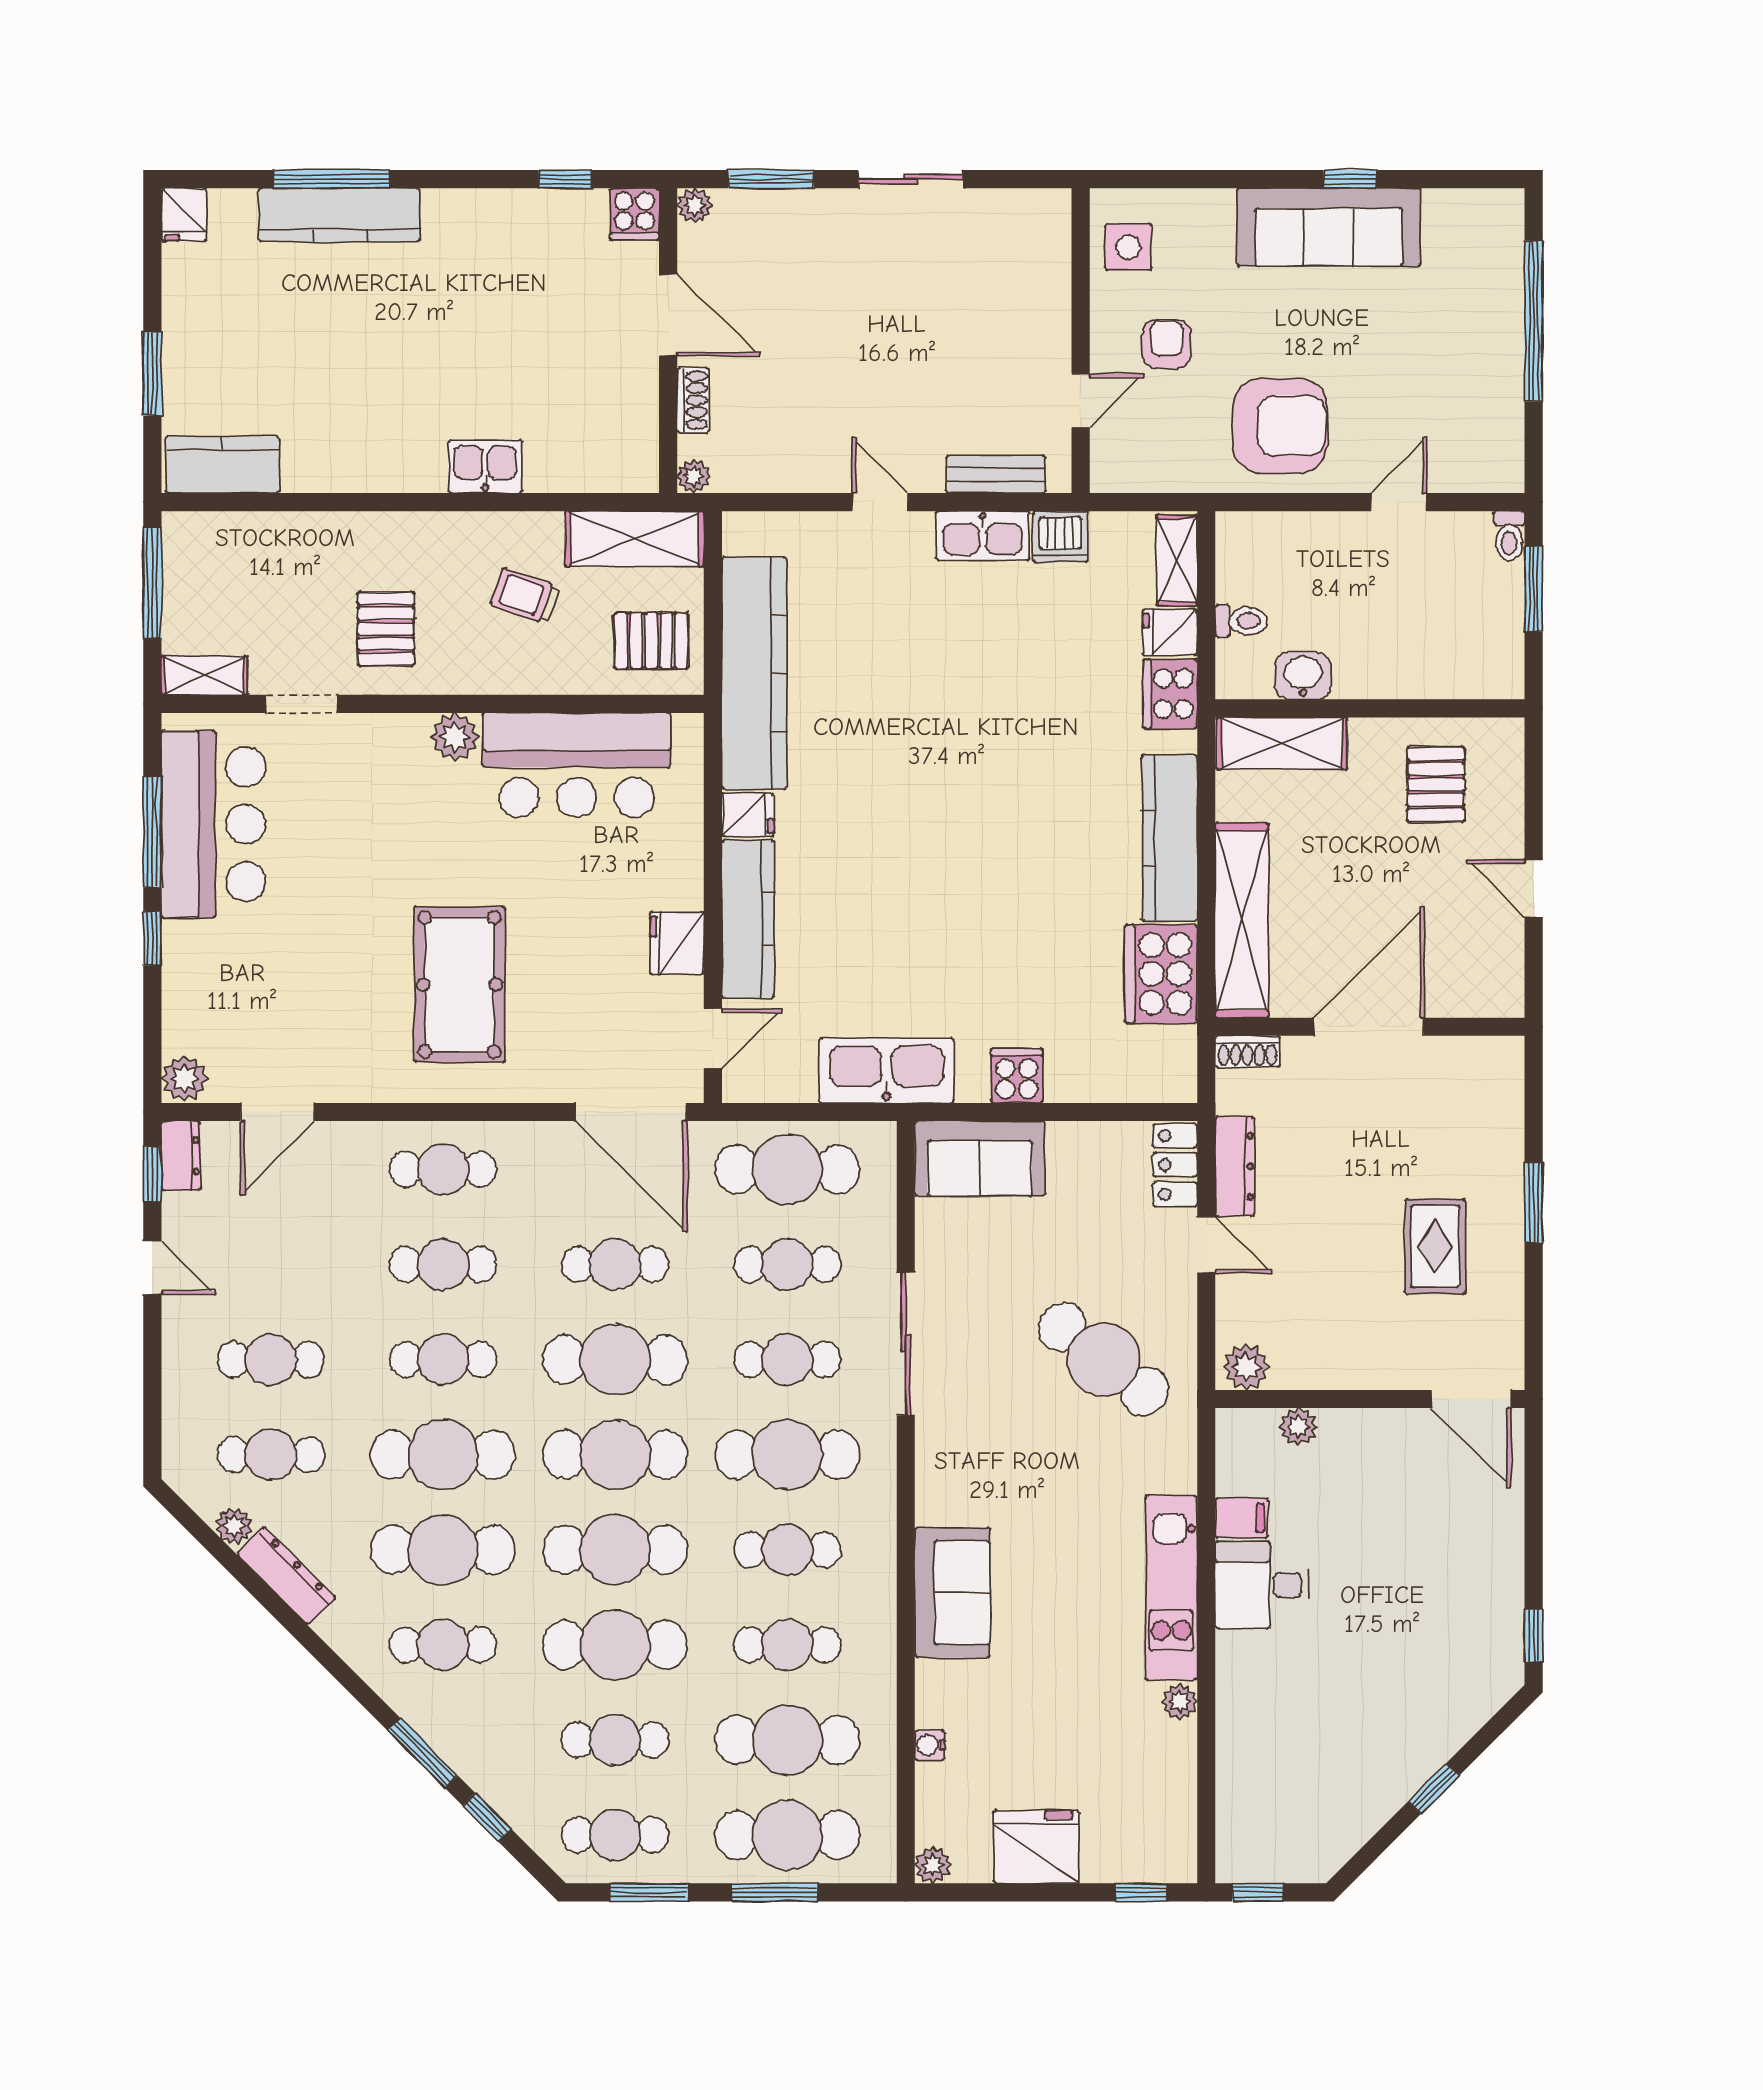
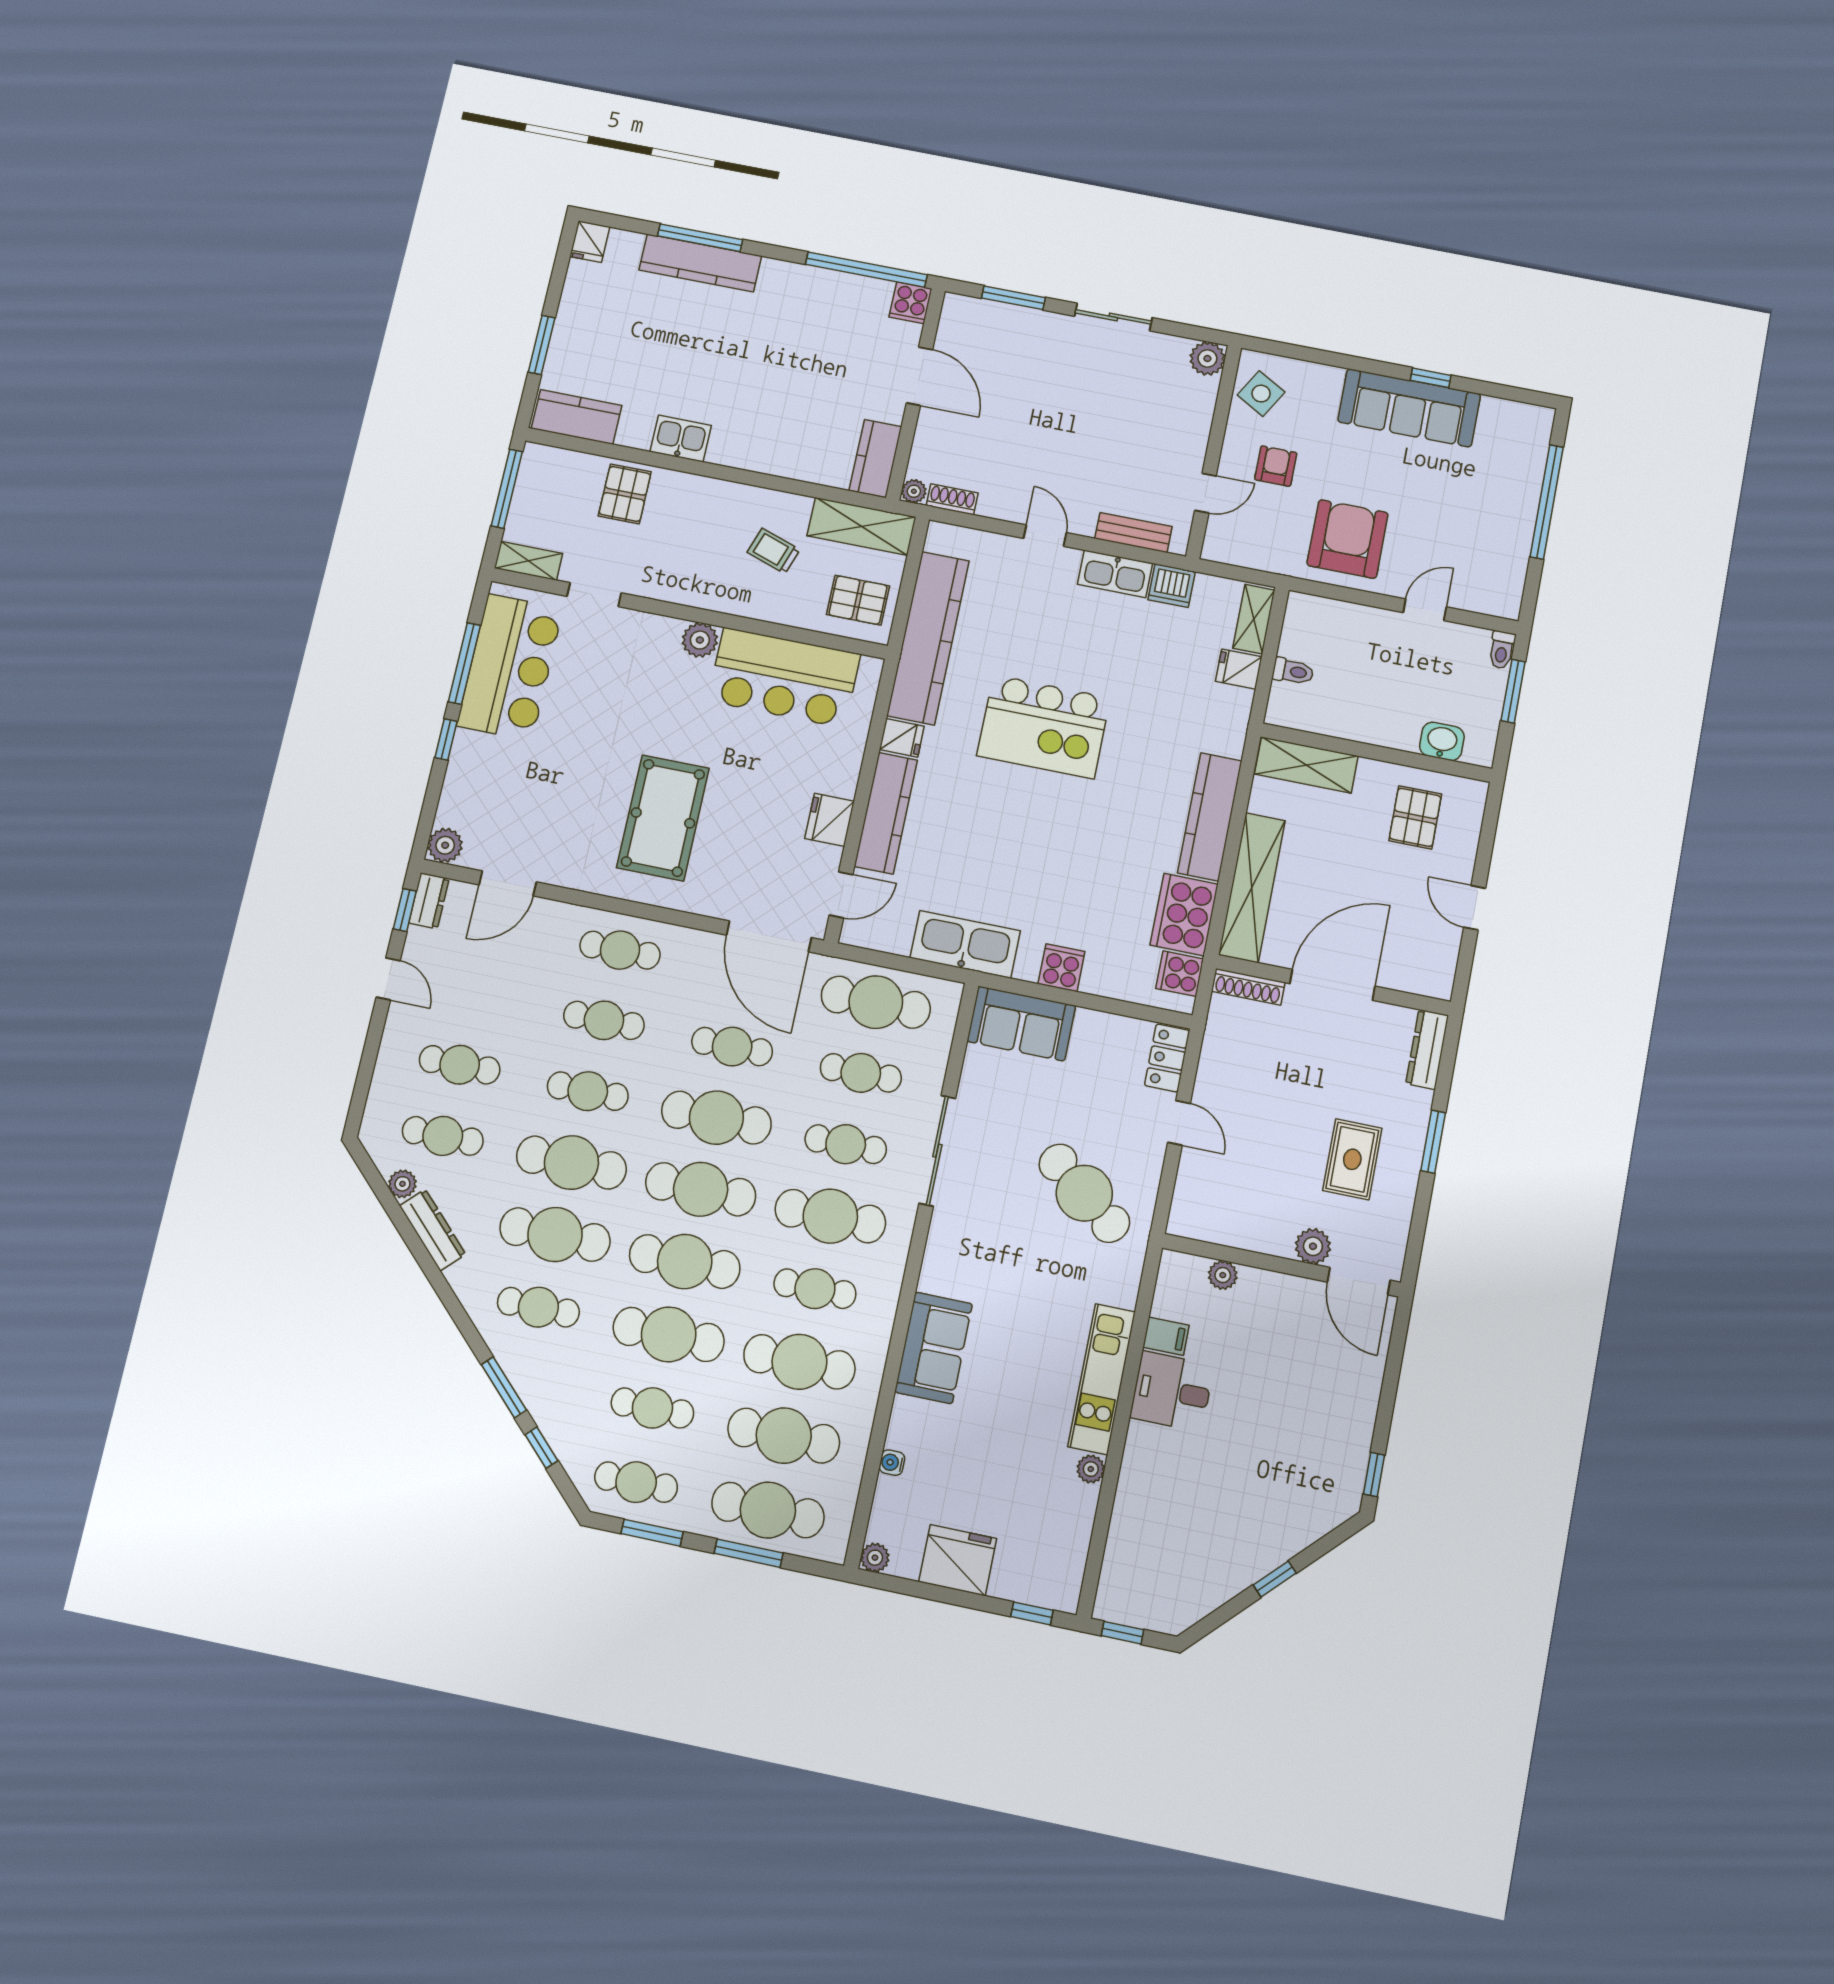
window: (565, 179) -> (866, 270), width x3.17
plant: (695, 206) -> (1207, 359), moved, width x1.38, depth x1.38
side table: (1128, 247) -> (1261, 394), turned 30
shoe rack: (693, 400) -> (952, 499), moved, turned -90
armchair: (1280, 426) -> (1348, 539), turned -90
kitchen counter: (633, 442) -> (875, 459), added
kitchen sink: (485, 466) -> (681, 439), moved
pallet: (386, 629) -> (625, 494), moved
washbasin: (1303, 676) -> (1442, 741), moved
cooker: (1170, 694) -> (1180, 974), moved, width x0.73
kitchen island: (930, 762) -> (1044, 727), added
shoe rack: (1248, 1051) -> (1248, 987), width x1.43
dresser: (1235, 1166) -> (1427, 1049), moved, turned 180
plant: (1246, 1367) -> (1313, 1246), moved
cafe table: (787, 1645) -> (799, 1362), width x1.37, depth x1.35

